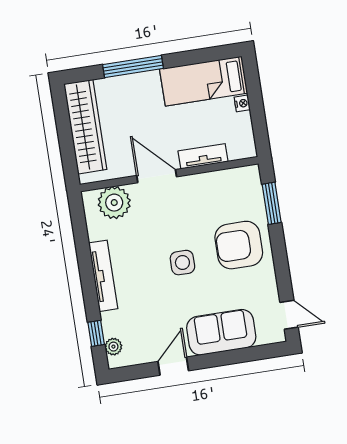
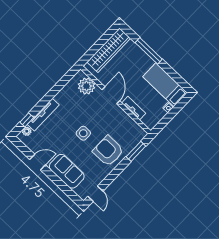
tv unit: (103, 276) -> (43, 115), moved

